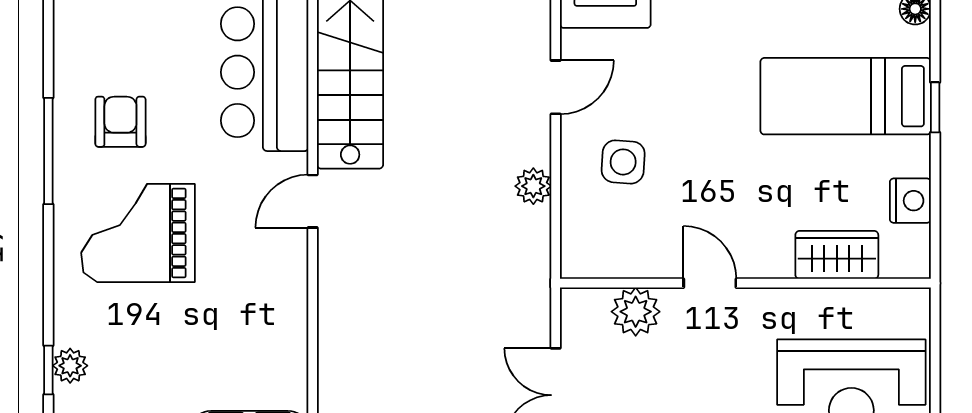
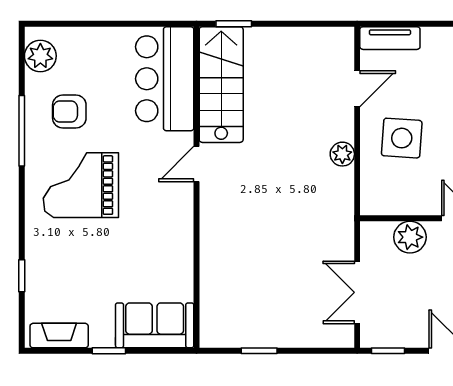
armchair: (120, 122) -> (69, 112), turned -90
side table: (623, 162) -> (402, 138), width x1.37, depth x1.37
plant: (70, 366) -> (40, 56), moved, width x1.38, depth x1.38

